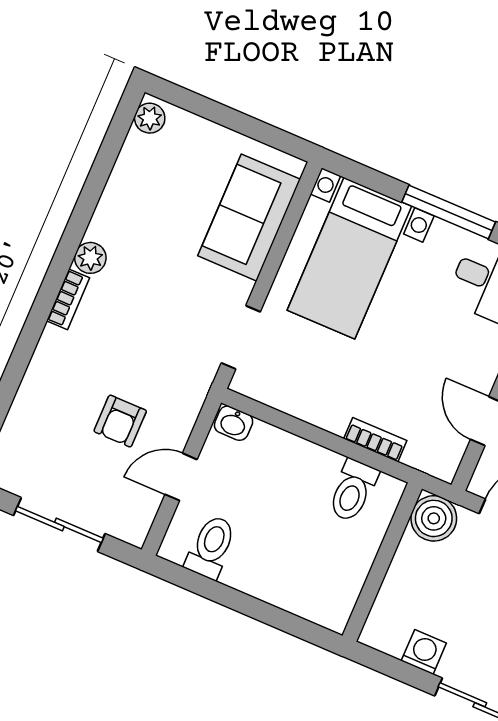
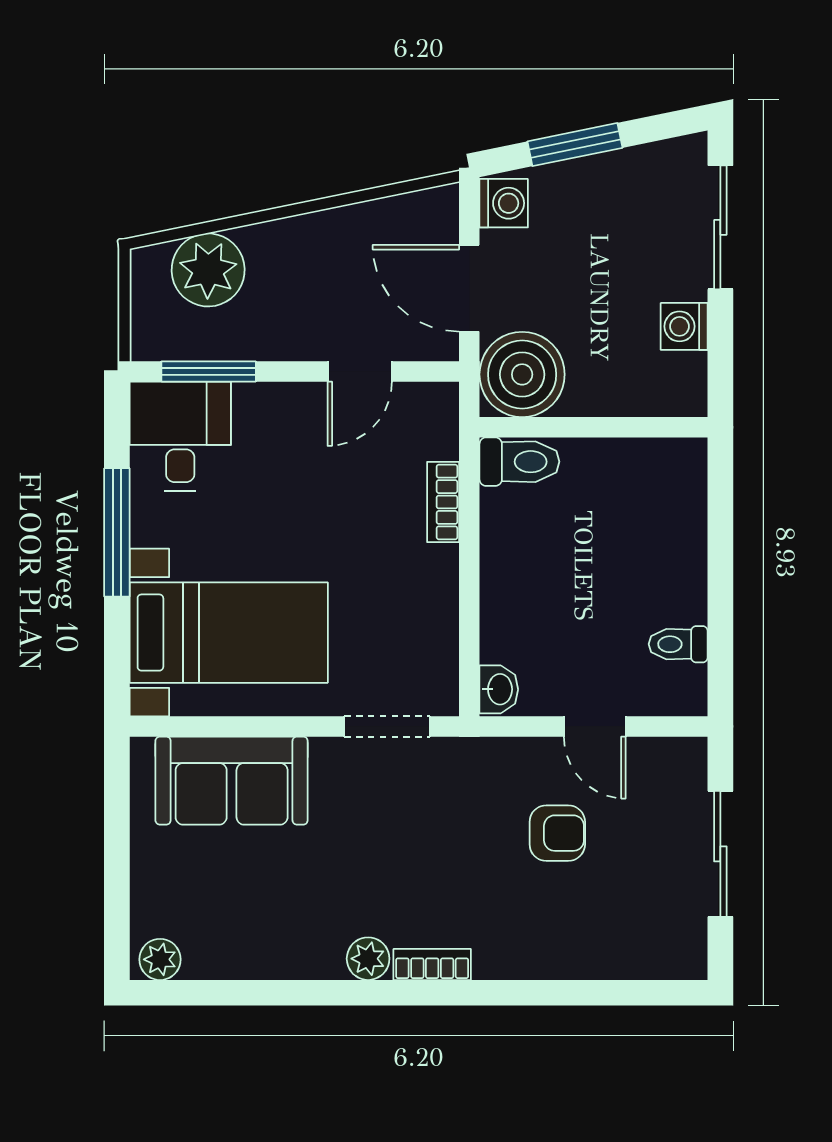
toilet: (353, 491) -> (519, 462), moved
boiler: (434, 518) -> (522, 374), width x1.37, depth x1.37
toilet: (211, 547) -> (678, 644), width x0.73, depth x0.72

